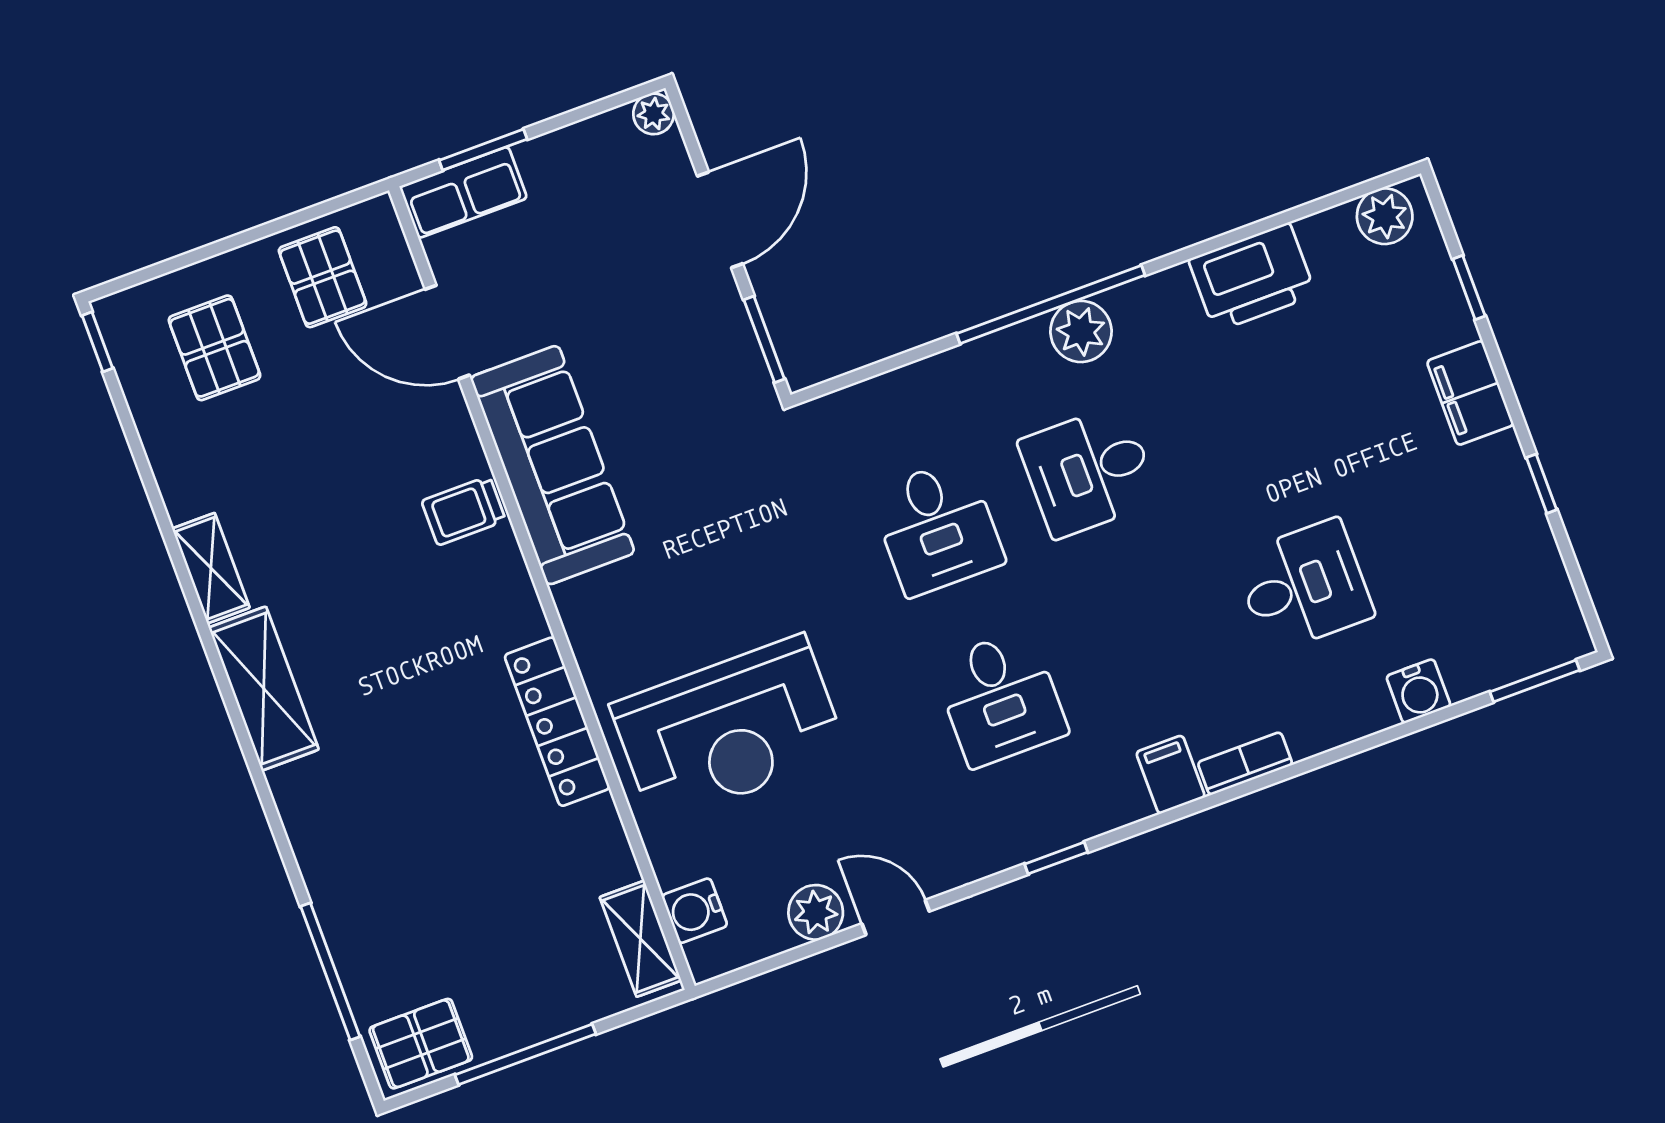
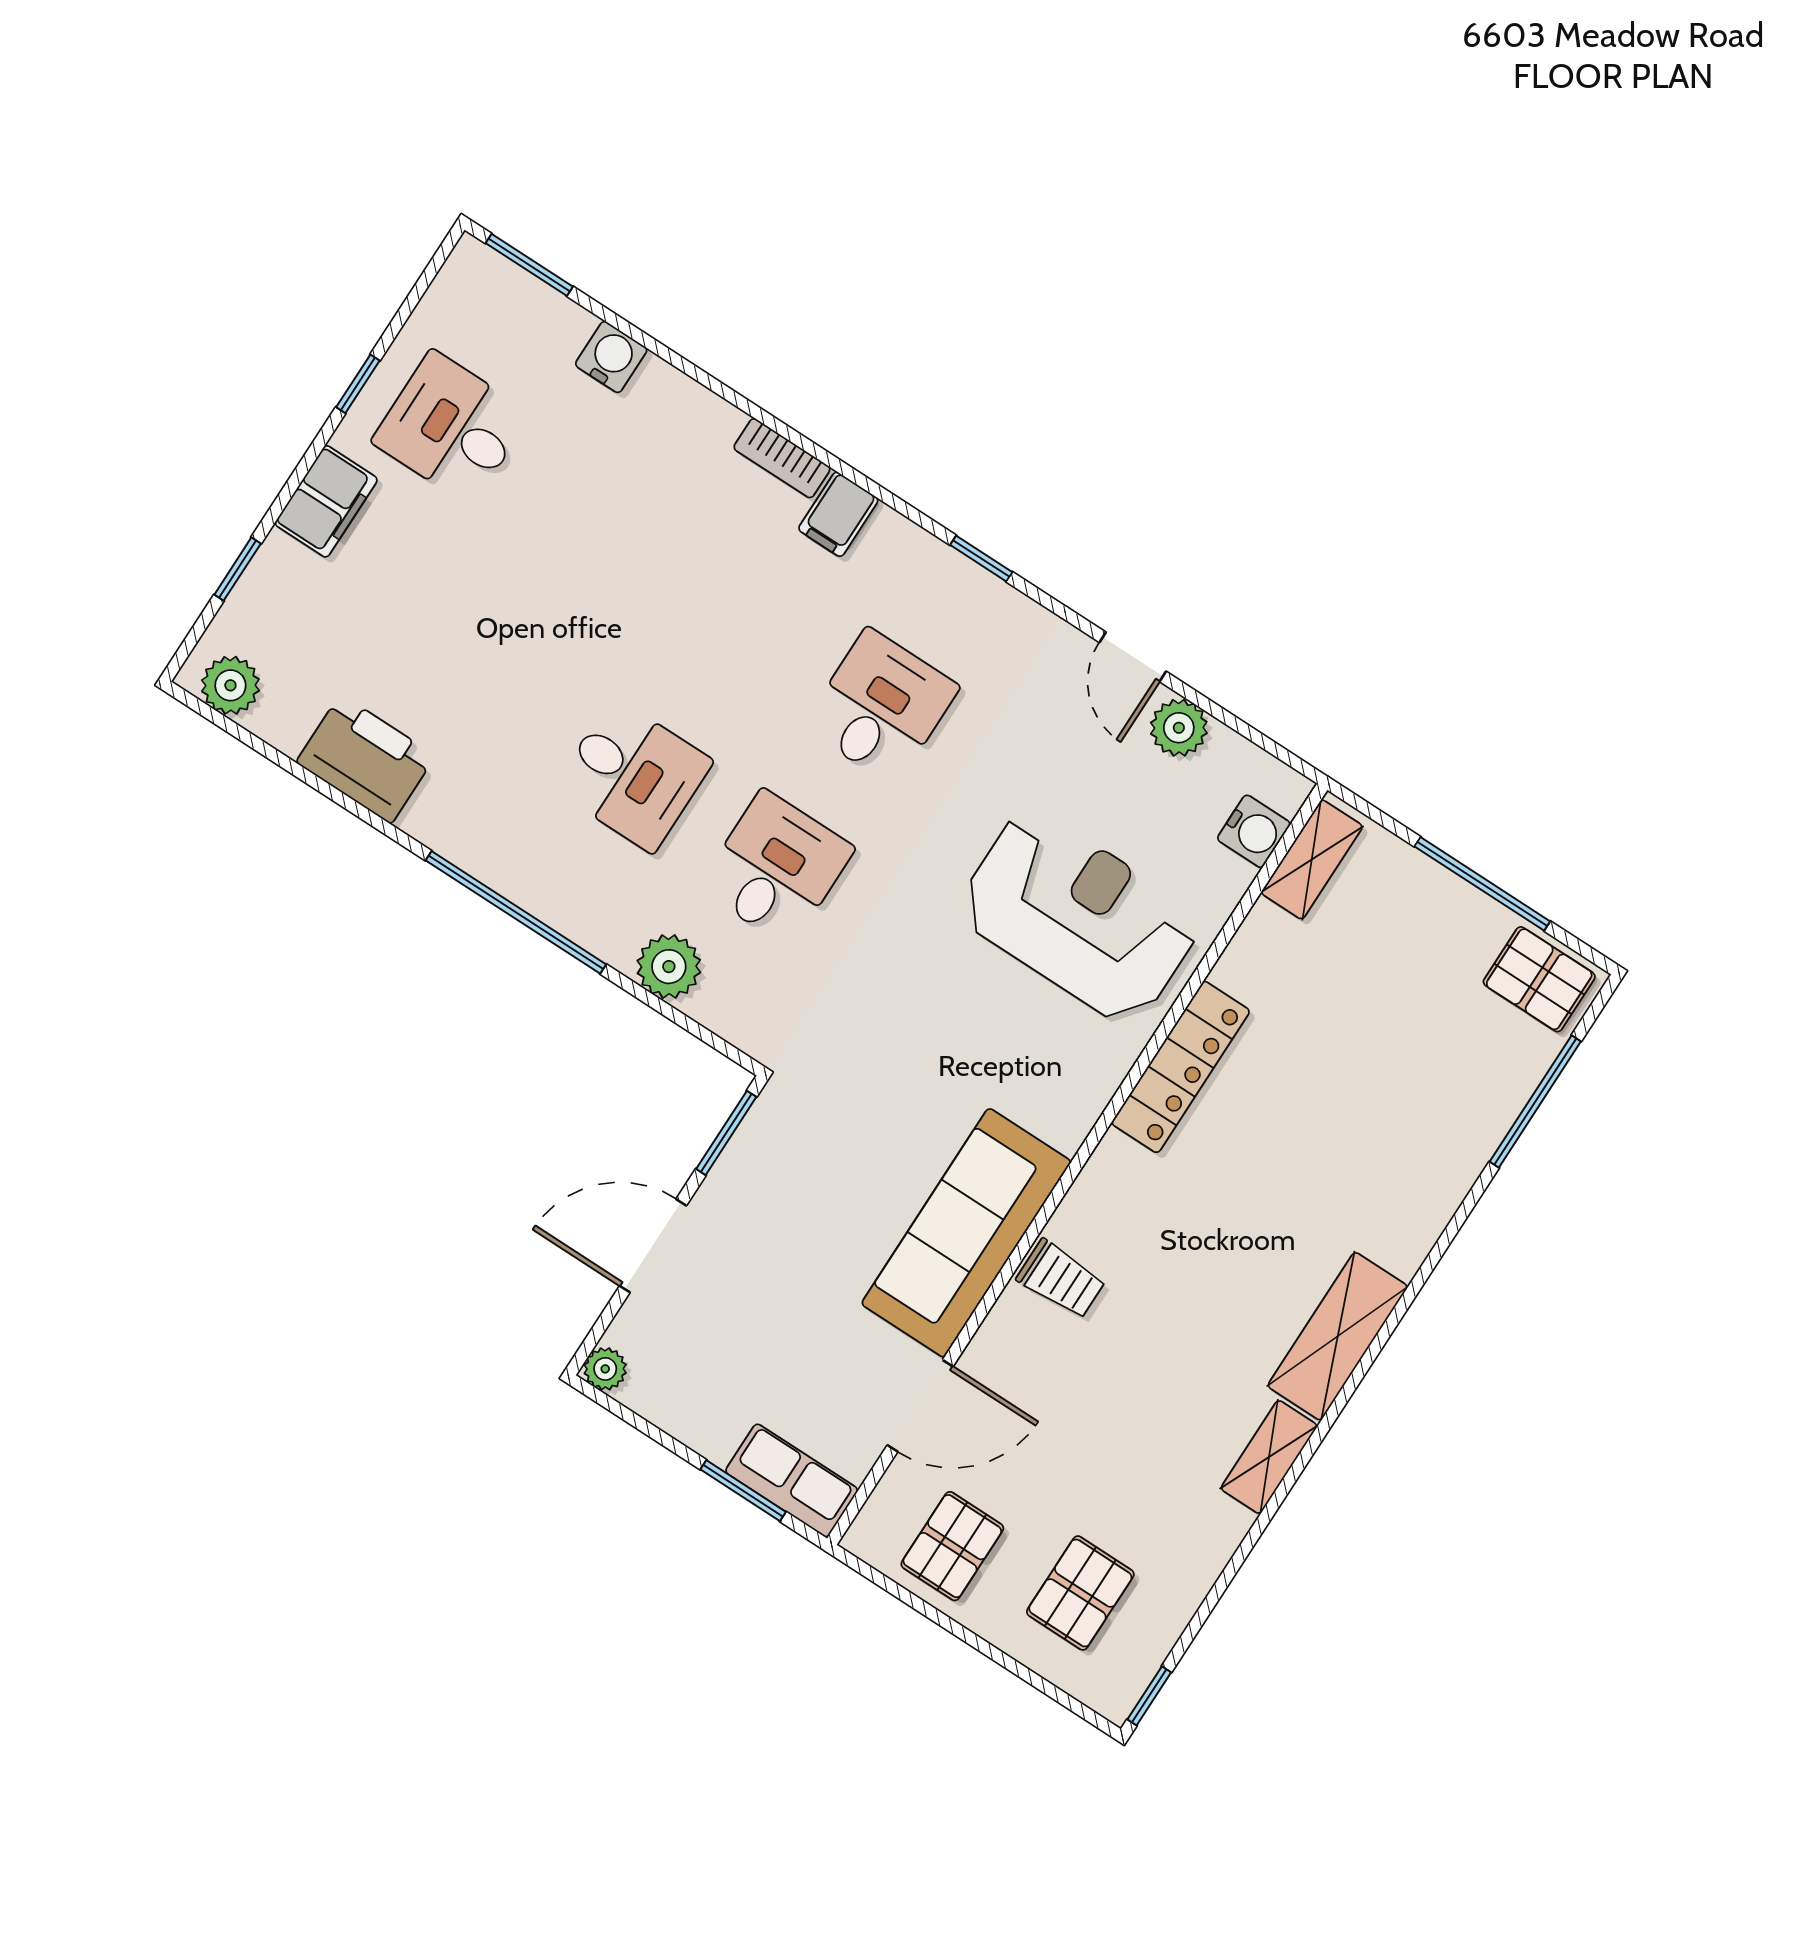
plant: (1081, 331) -> (669, 967), moved
door: (447, 332) -> (920, 1406), hinge flipped
desk: (1304, 586) -> (451, 428), moved

